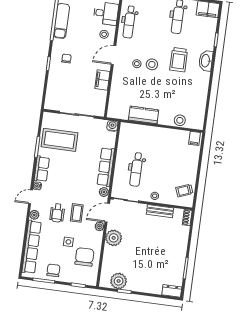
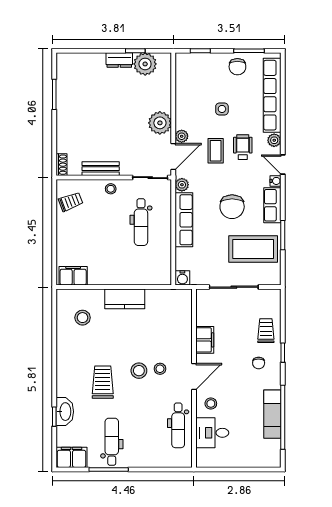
dental chair: (129, 22) -> (178, 425), turned 180
washbasin: (206, 61) -> (65, 412), moved
trolley: (58, 81) -> (266, 331), added
kitchen counter: (144, 115) -> (125, 299), moved
stool: (180, 120) -> (83, 318), moved
filing cabinet: (195, 138) -> (73, 276), width x2.00
dental chair: (136, 169) -> (141, 222), turned 180
door: (31, 197) -> (283, 164), swing flipped
chair: (84, 257) -> (232, 207), moved
dresser: (172, 291) -> (119, 60), moved

